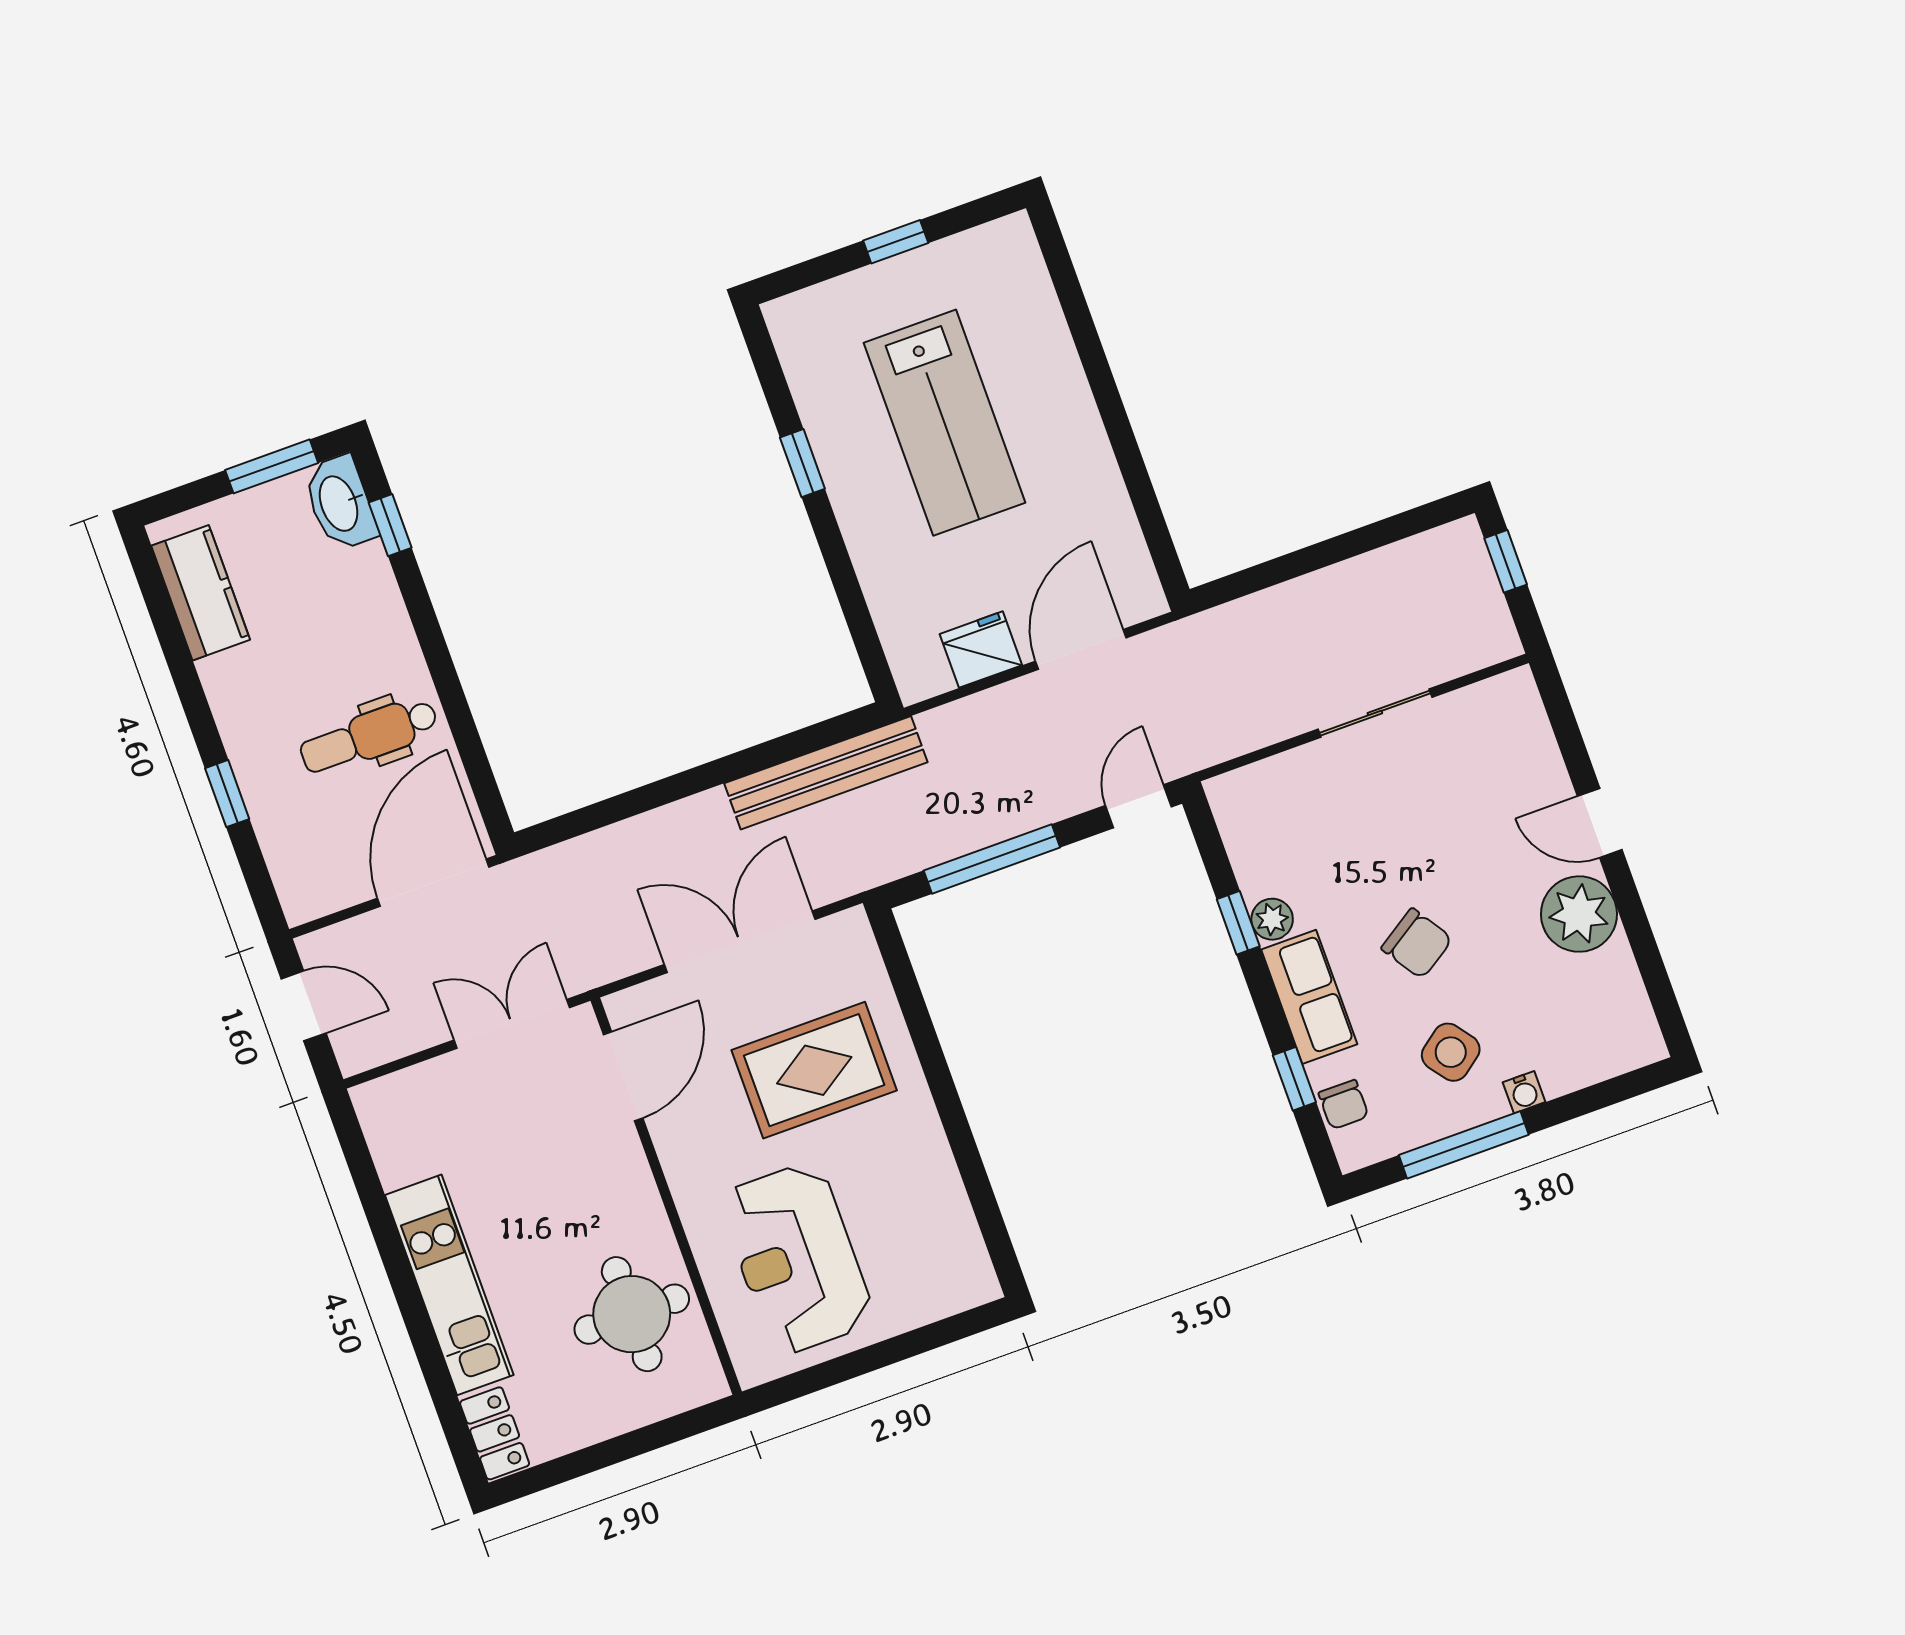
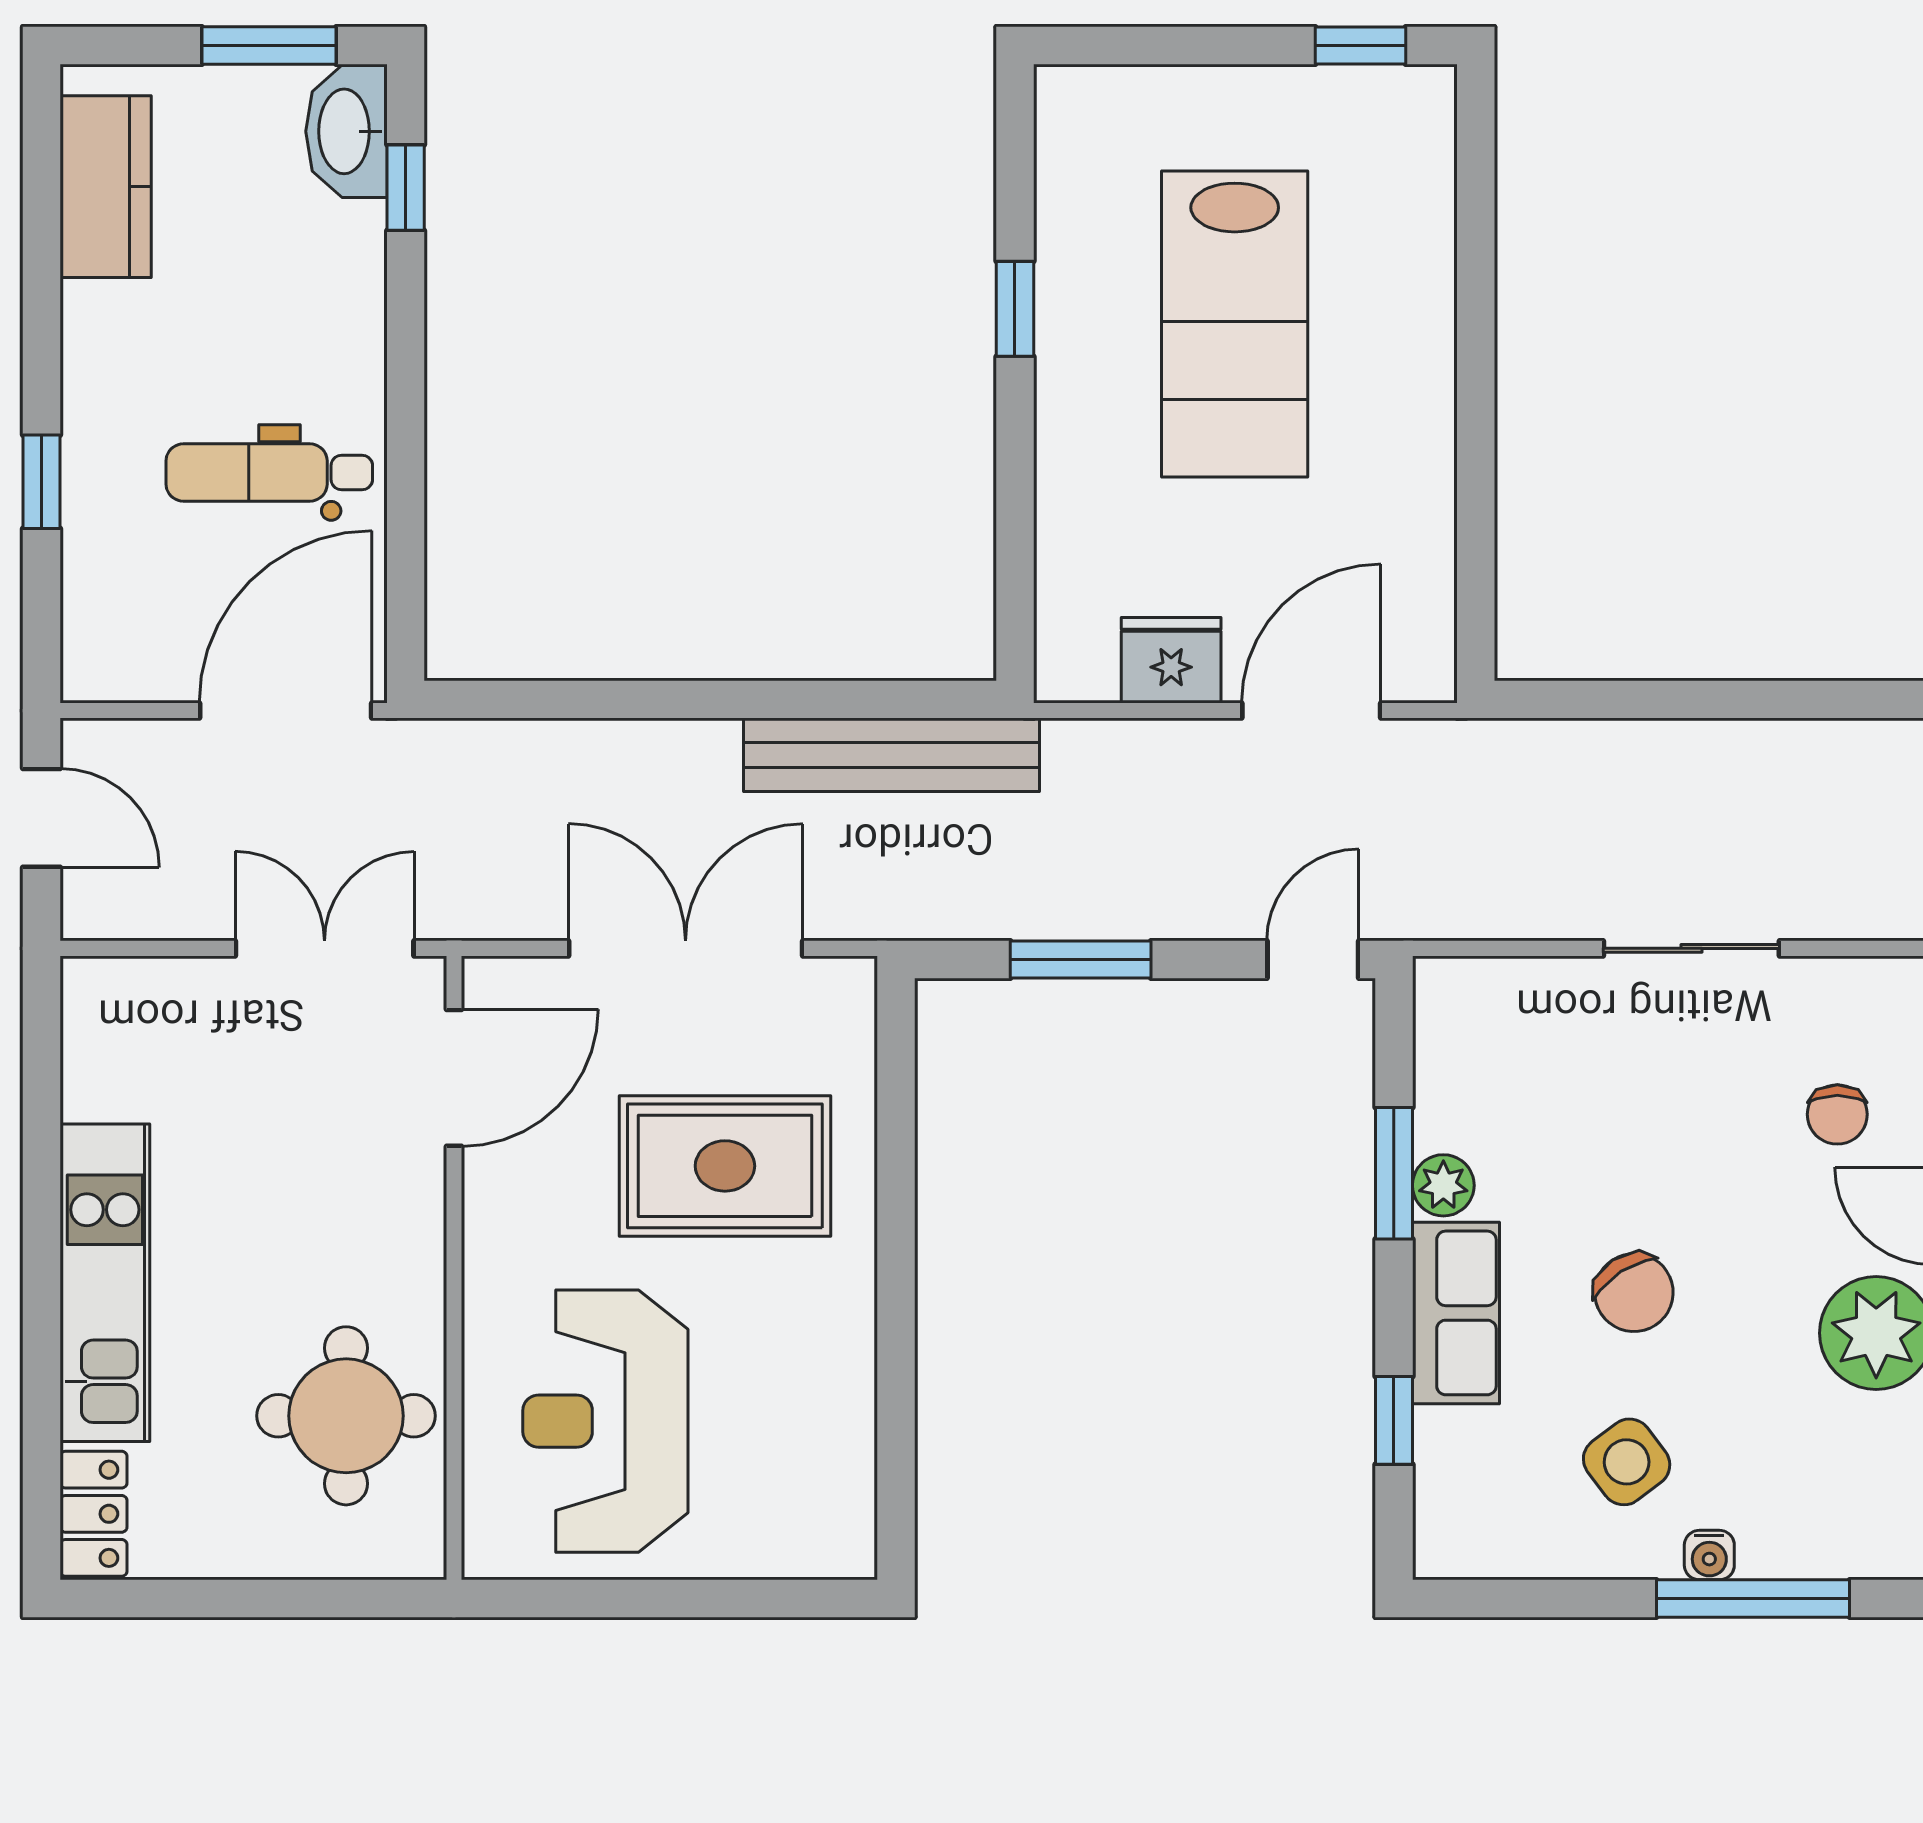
window: (896, 242) -> (1360, 46), moved
window: (992, 859) -> (1081, 959), width x0.69
window: (1238, 923) -> (1394, 1173), width x1.50
chair: (1344, 1105) -> (1837, 1114), moved
window: (1464, 1145) -> (1753, 1599), moved

